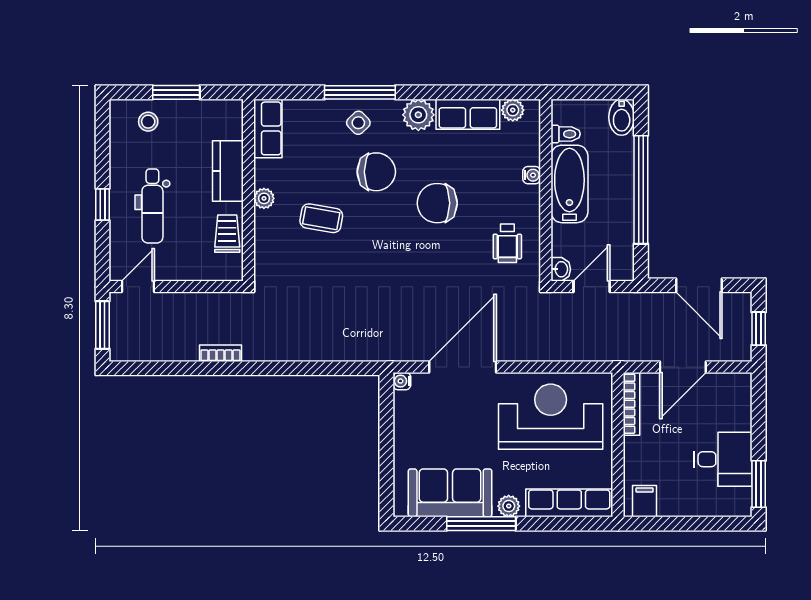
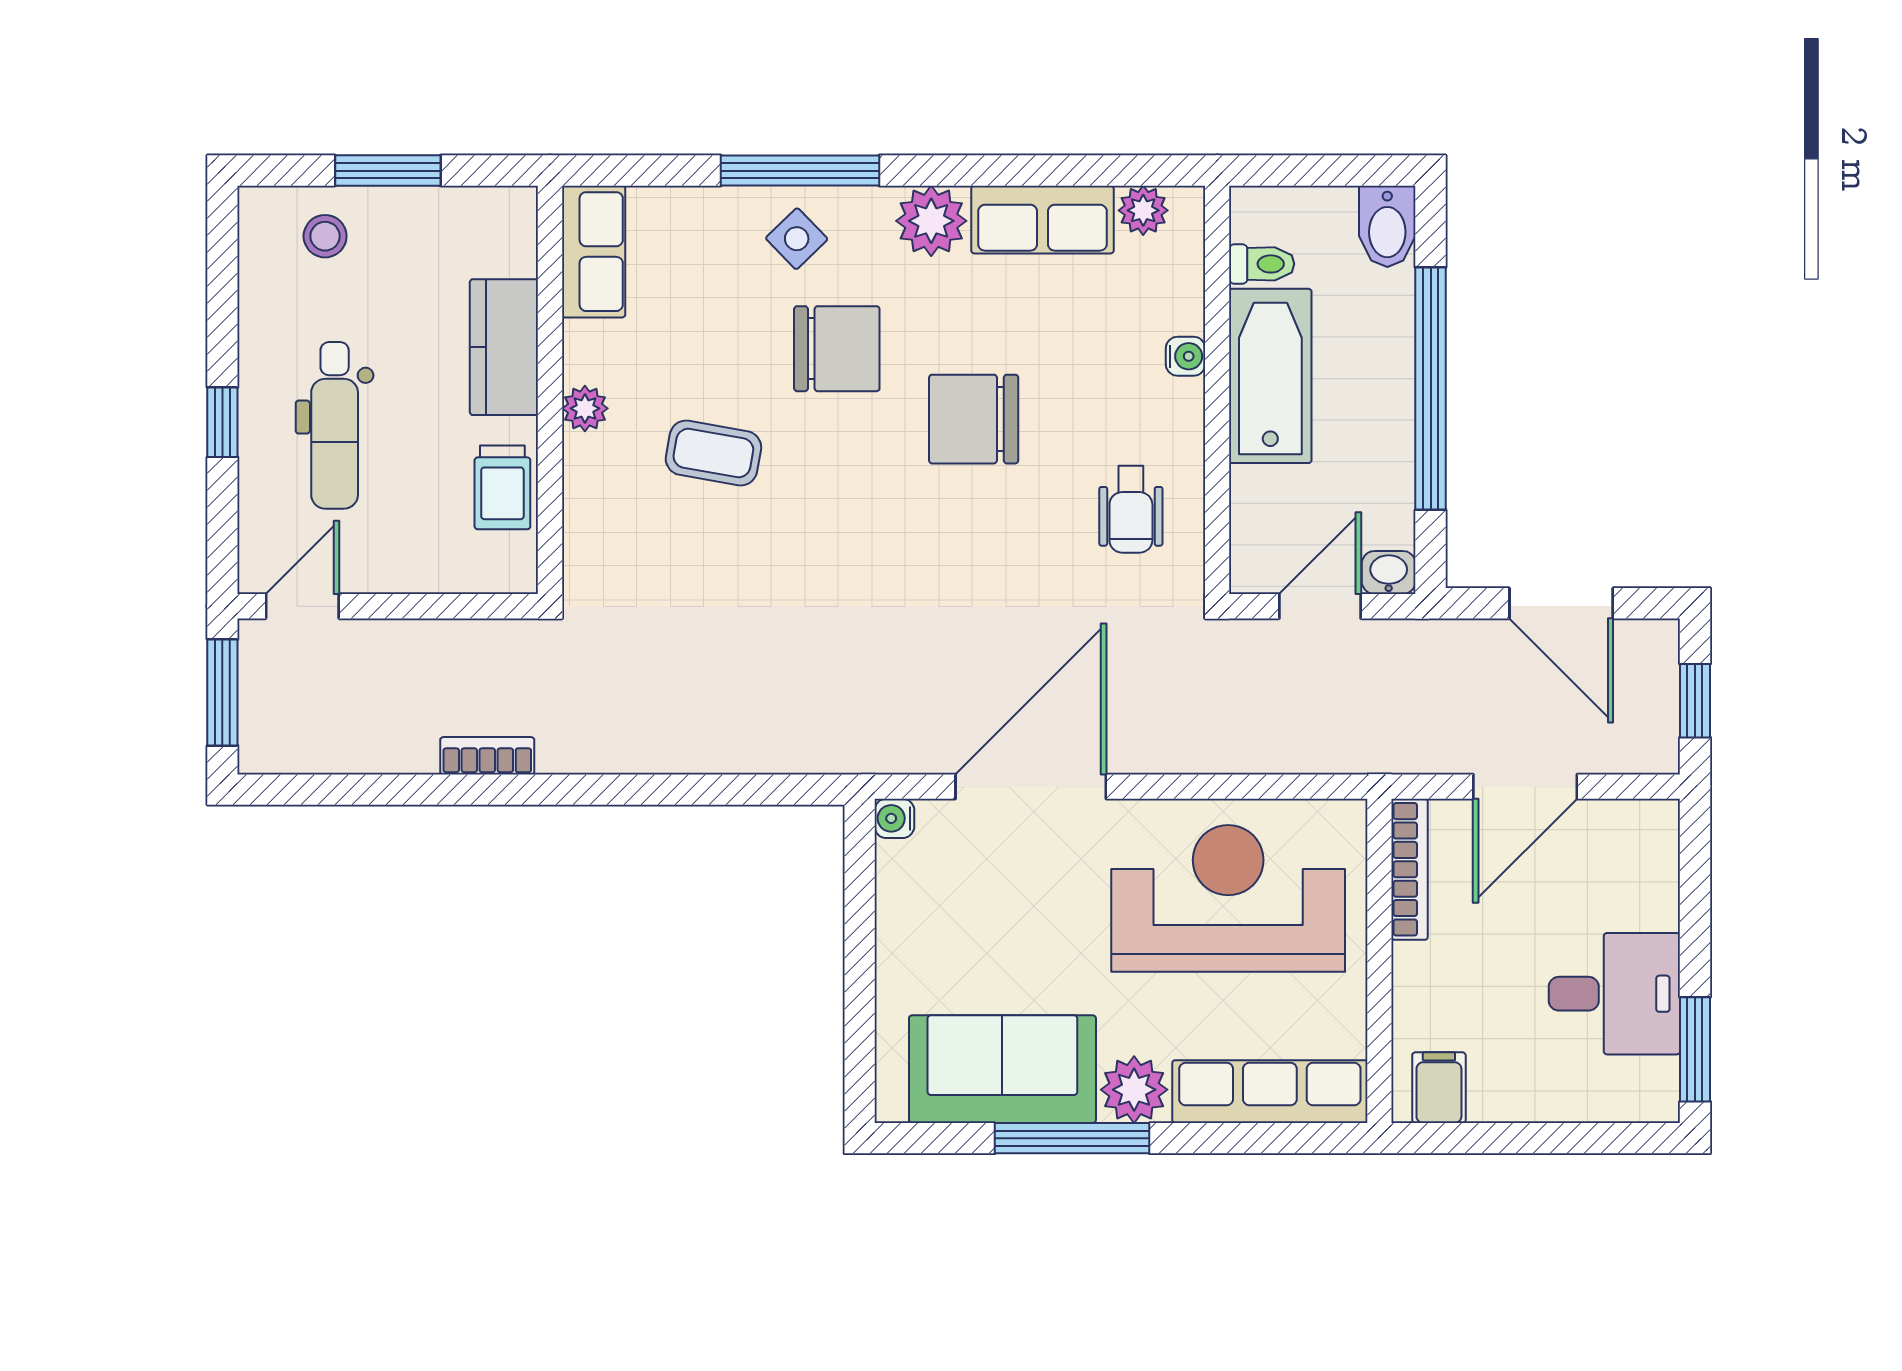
trolley: (227, 234) -> (502, 487), turned 180
washbasin: (561, 269) -> (1389, 573), moved, turned -90
plant: (509, 506) -> (1134, 1090), width x1.38, depth x1.38

